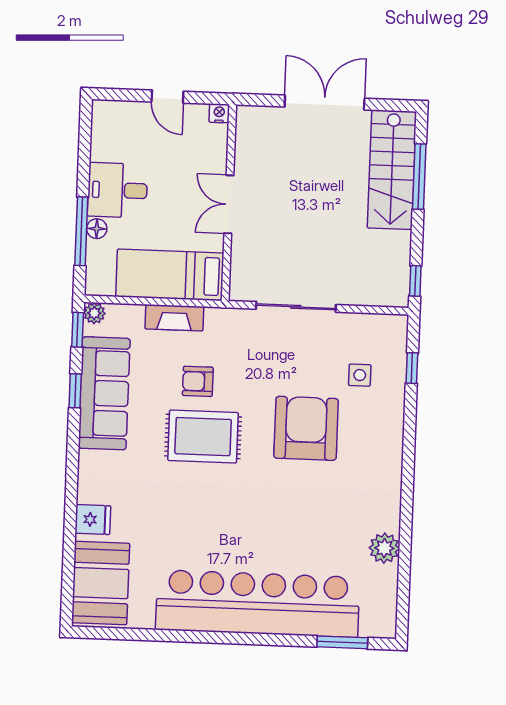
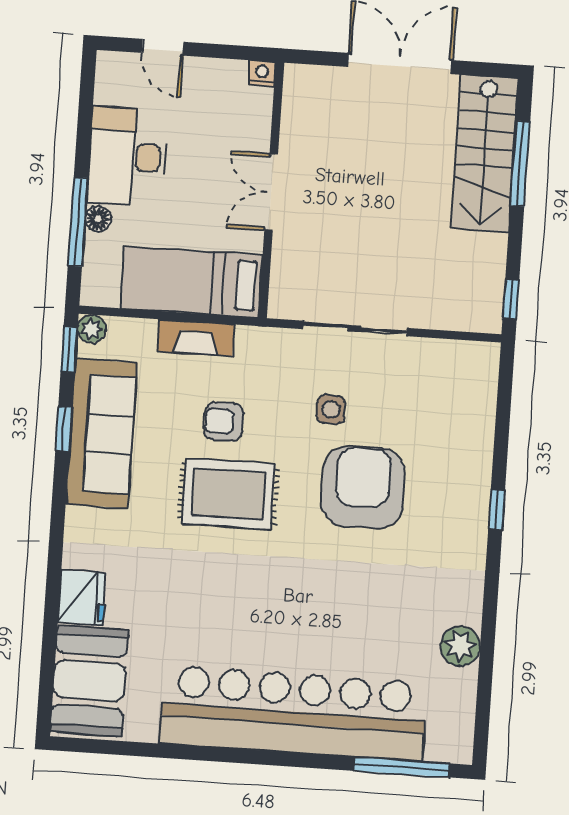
door: (167, 97) -> (163, 47), moved
desk: (117, 190) -> (127, 156), width x1.37
window: (412, 368) -> (497, 510), moved
side table: (360, 375) -> (331, 409), moved
fridge: (93, 520) -> (82, 598), width x1.38
window: (342, 642) -> (402, 767), width x1.44

